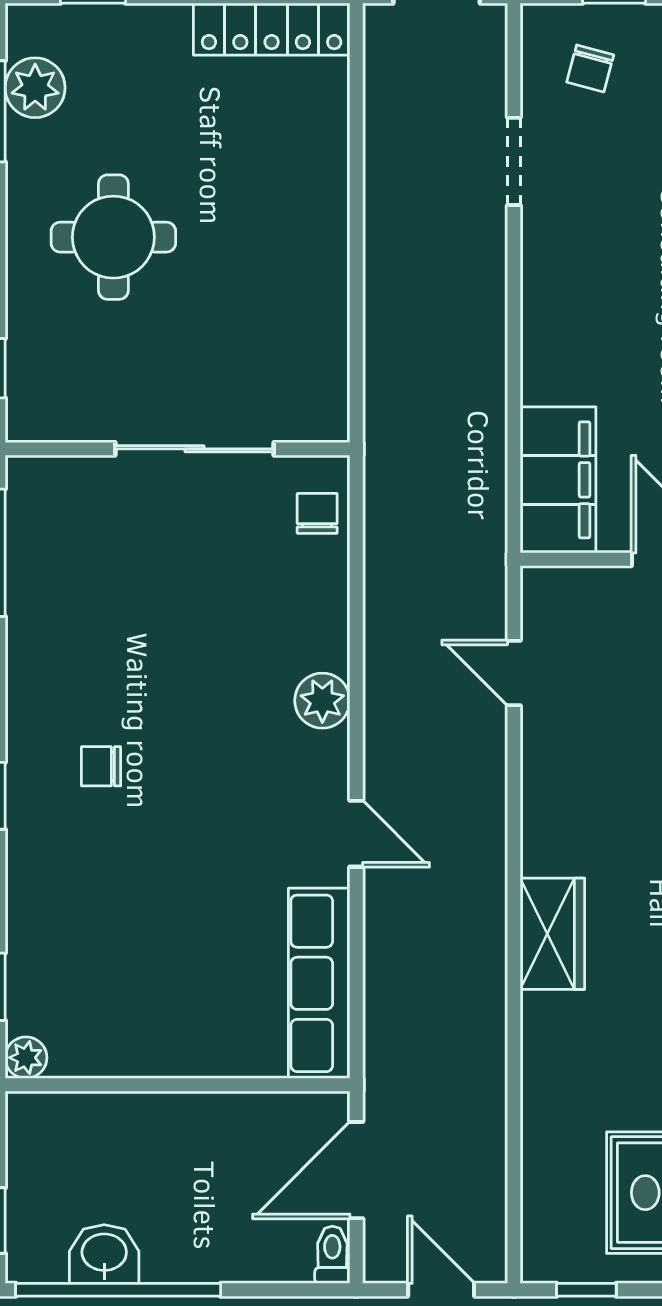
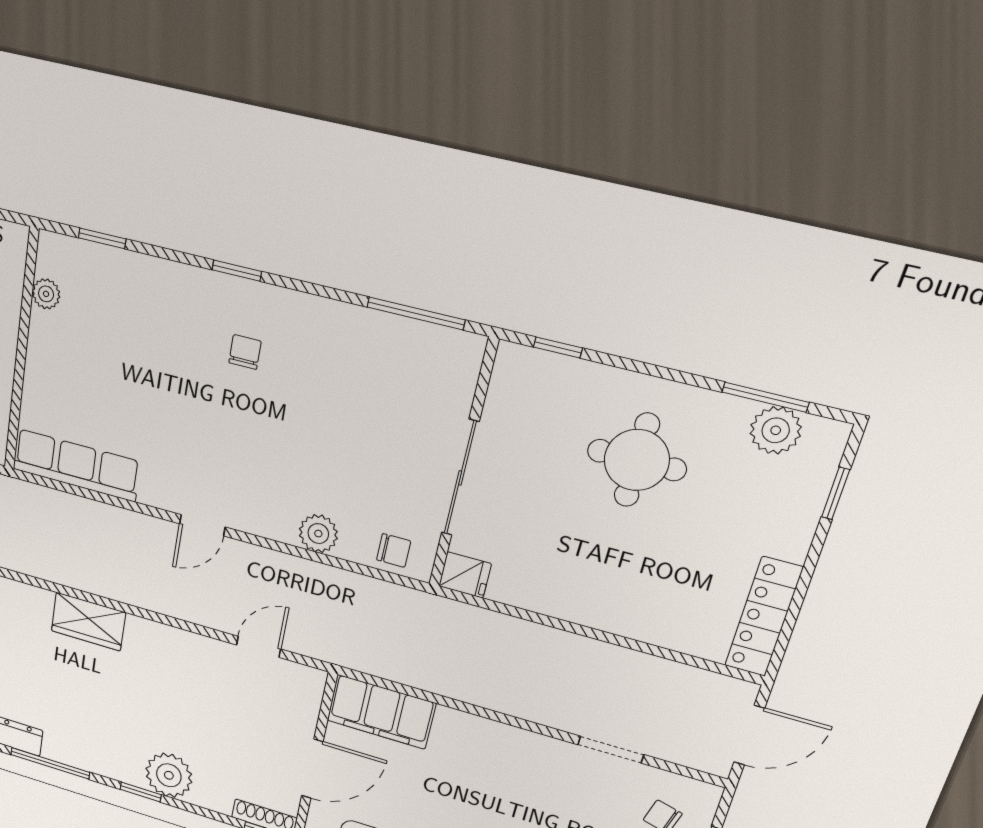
fridge: (324, 412) -> (465, 575), added
plant: (322, 701) -> (318, 534), moved
door: (356, 834) -> (202, 525), moved
plant: (26, 1058) -> (46, 294), moved

